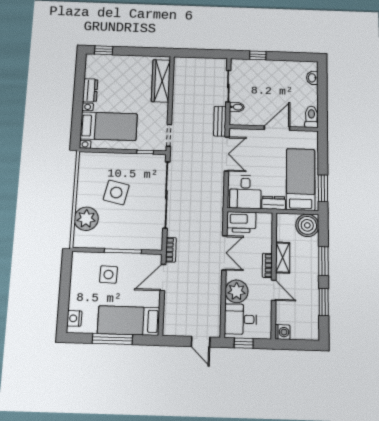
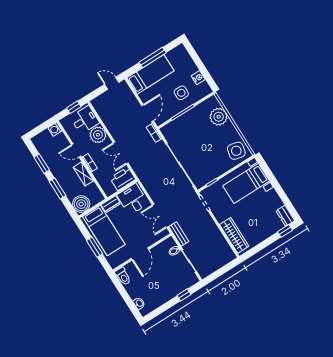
dresser: (90, 90) -> (285, 216), moved
window: (323, 188) -> (94, 247), moved
side table: (116, 193) -> (236, 151), moved
nightstand: (74, 318) -> (198, 78), moved
door: (201, 342) -> (112, 83), moved

